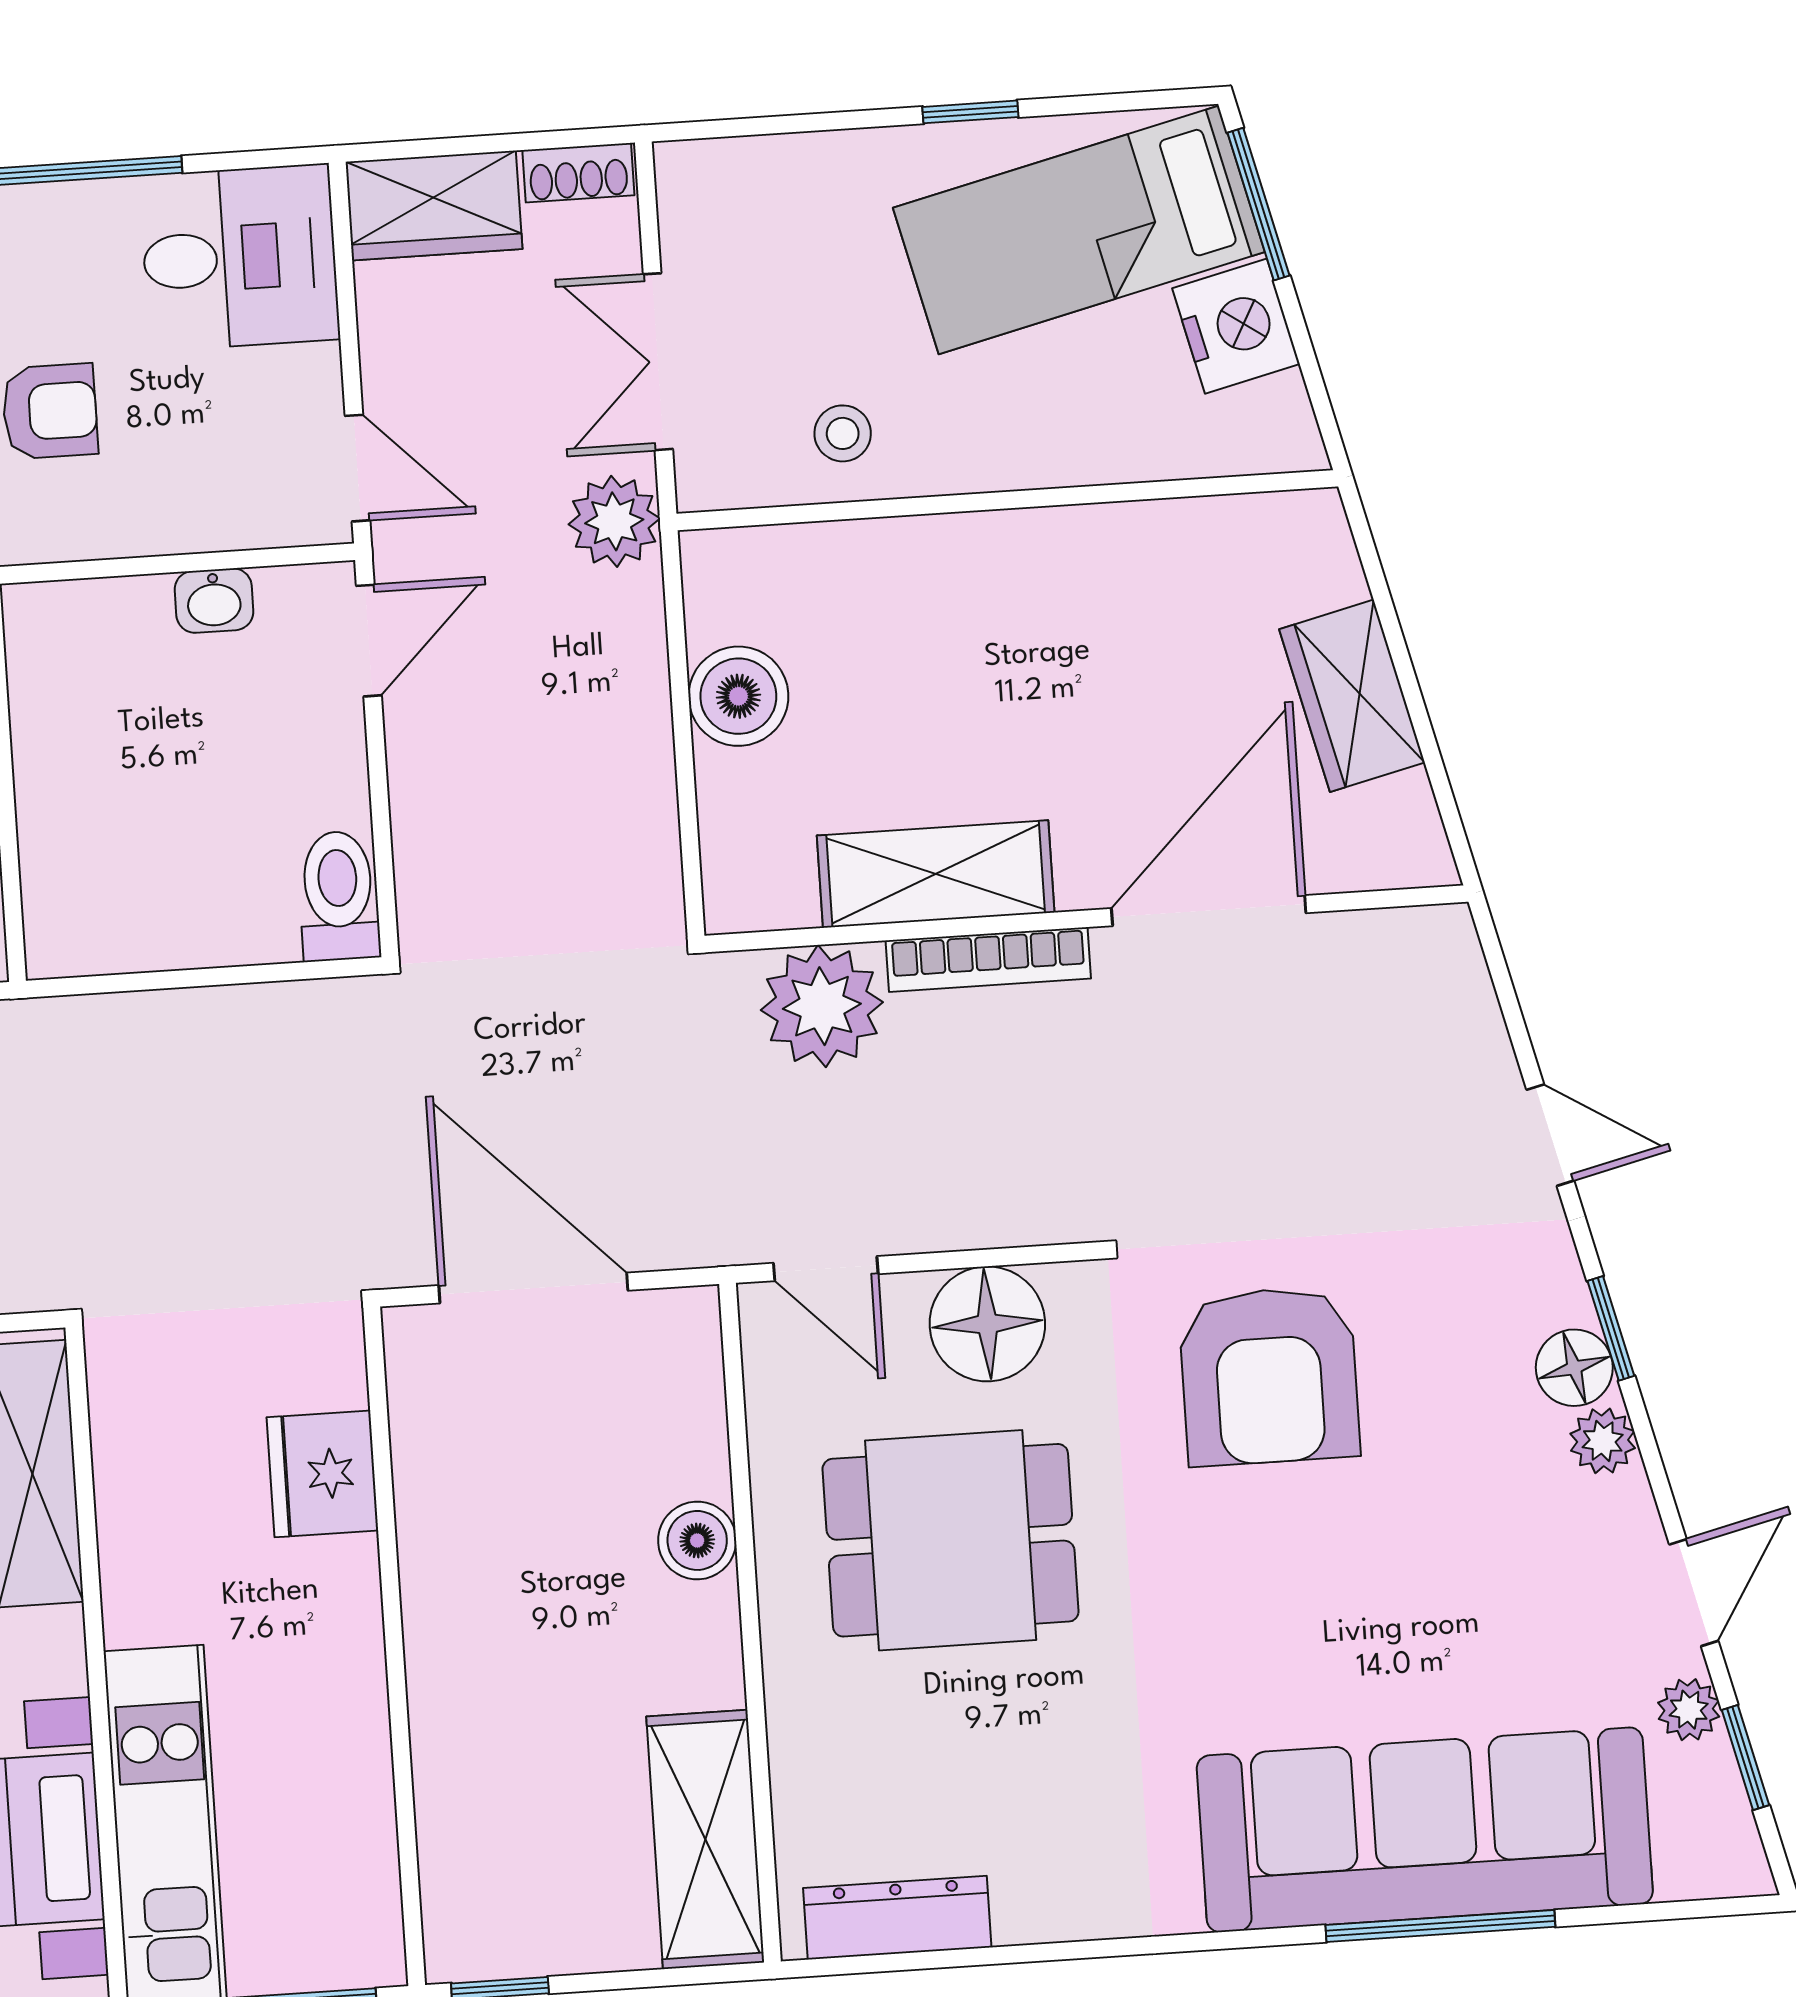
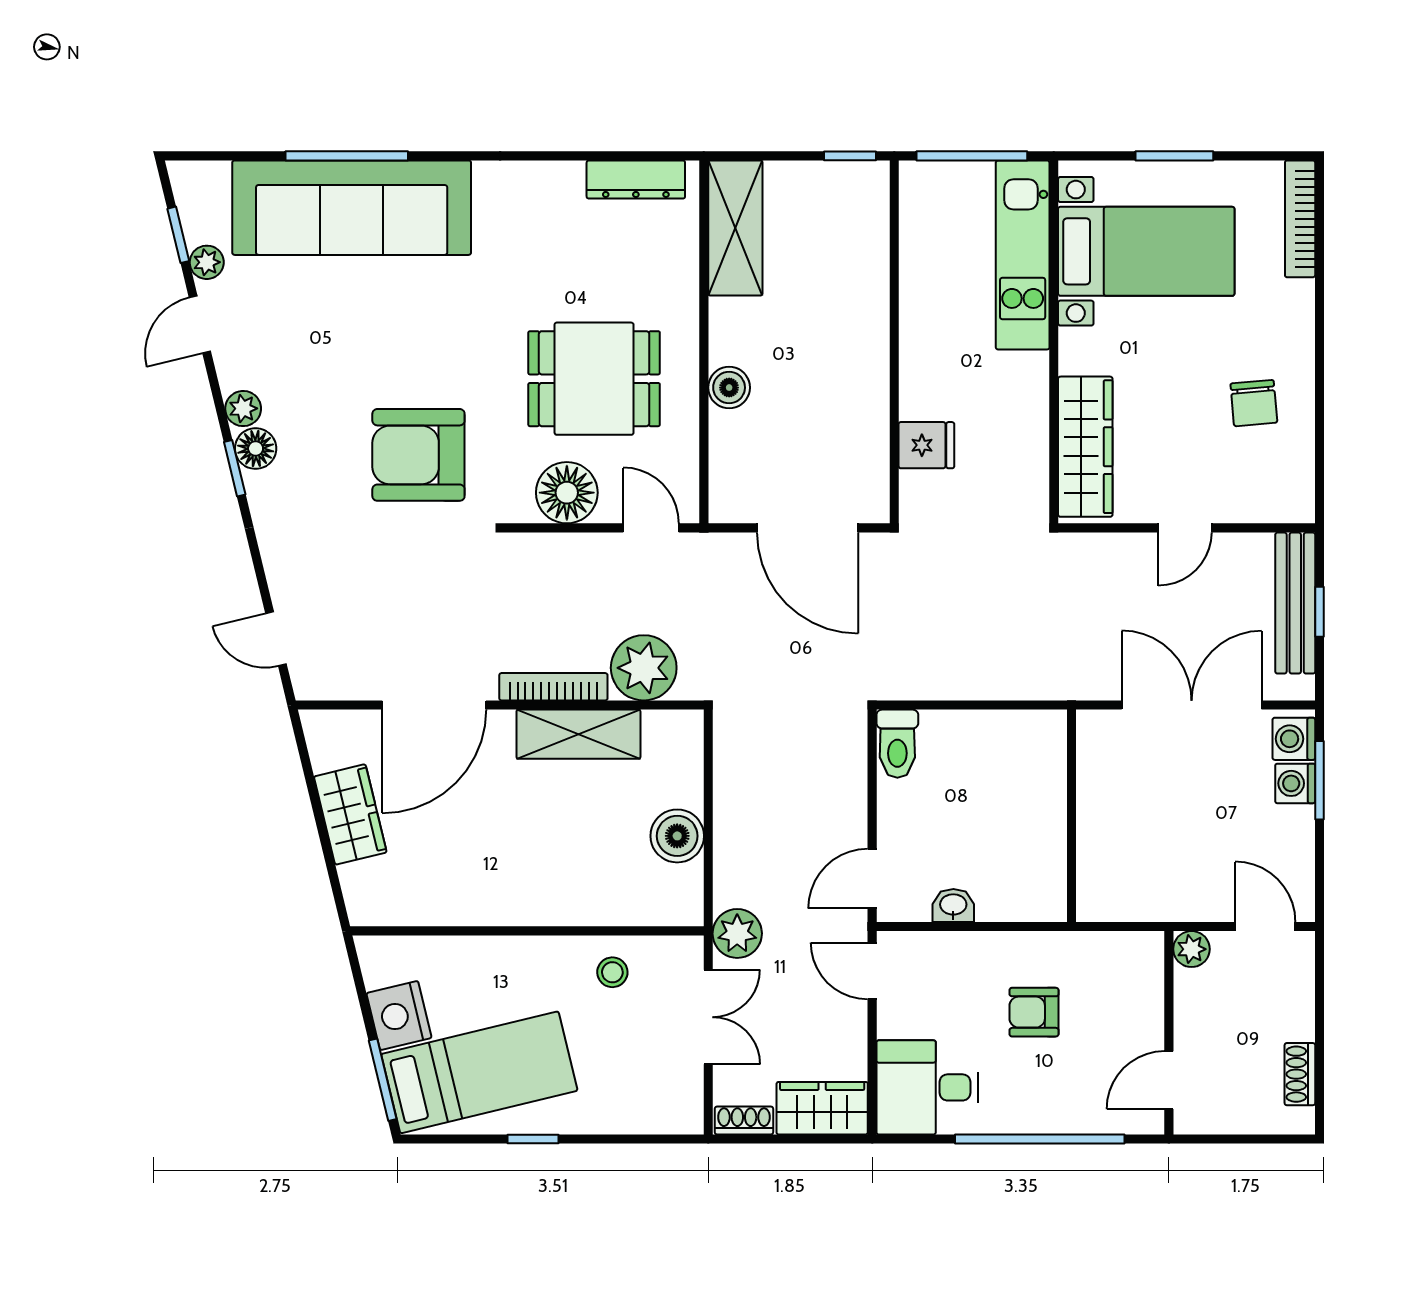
door: (1550, 1135) -> (276, 639), moved
armchair: (1269, 1376) -> (418, 455), turned -90
fridge: (322, 1474) -> (926, 445), width x0.72

